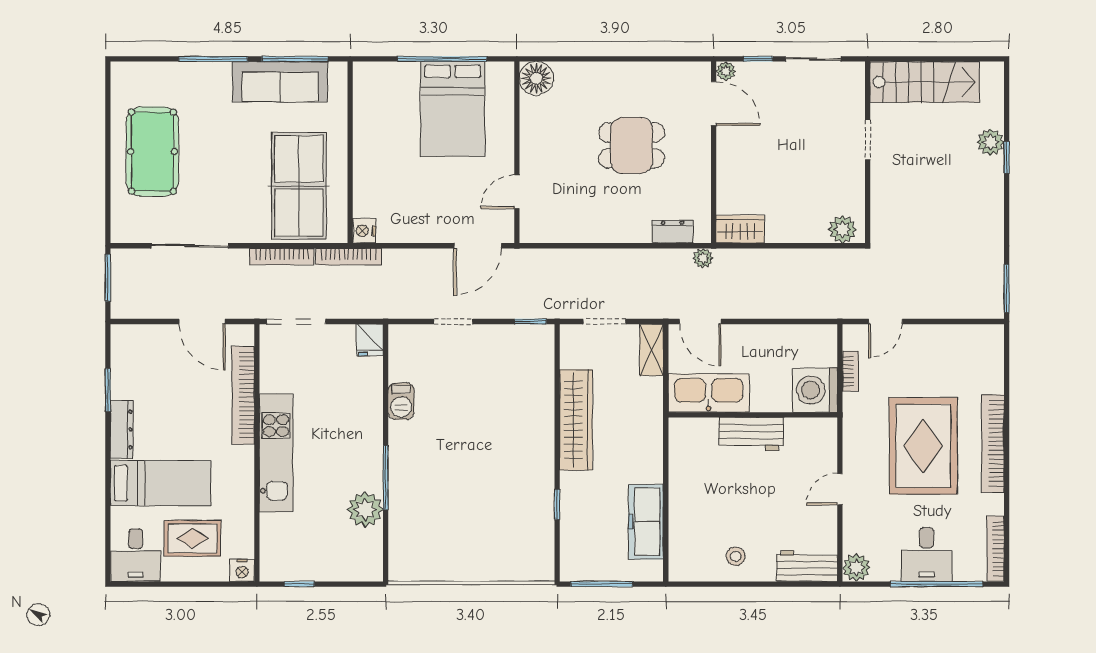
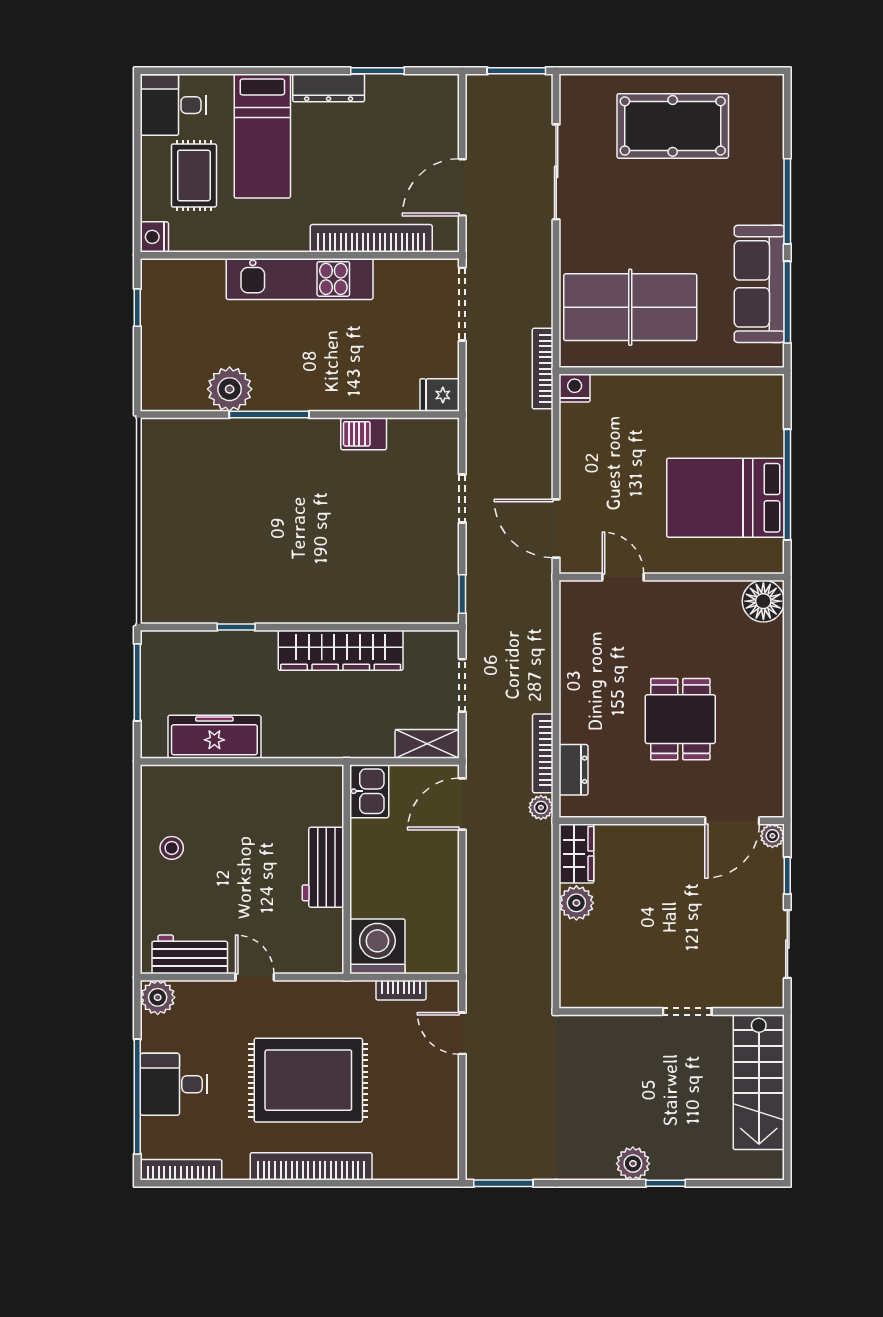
plant: (991, 142) -> (633, 1164), moved
plant: (842, 229) -> (576, 903), moved
bookcase: (282, 256) -> (543, 753), moved
kitchen sink: (709, 393) -> (369, 791), width x0.53, depth x0.81
workbench: (807, 566) -> (190, 954), moved, turned -90

